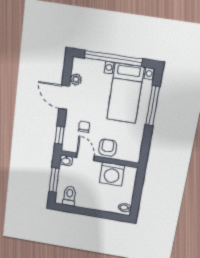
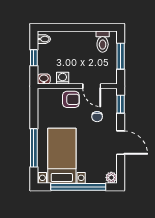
plant: (76, 79) -> (111, 178), moved
armchair: (108, 148) -> (71, 99), turned -90
washbasin: (66, 160) -> (44, 79), moved
washing machine: (112, 174) -> (63, 78), width x0.53, depth x0.53
window: (137, 192) -> (34, 58), added

